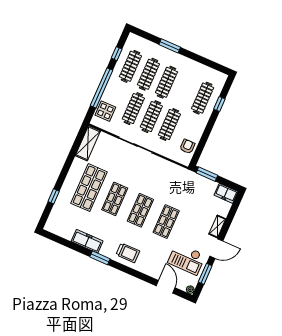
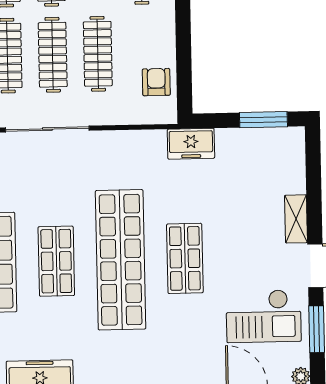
window: (207, 174) -> (263, 120), moved
freezer: (226, 193) -> (191, 144), moved
shop shelf: (140, 210) -> (121, 260), width x2.00, depth x1.36
trolley: (128, 253) -> (136, 360), removed

